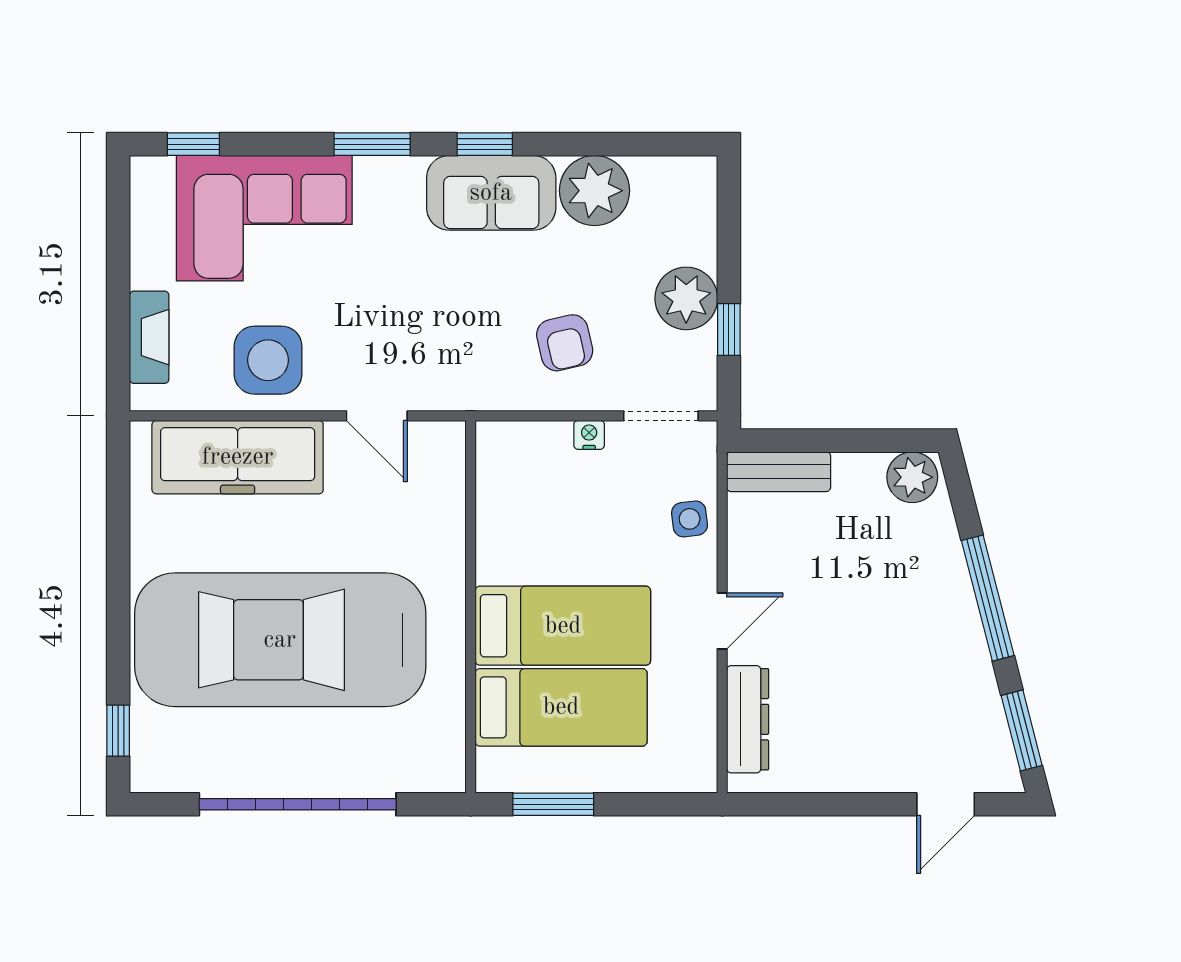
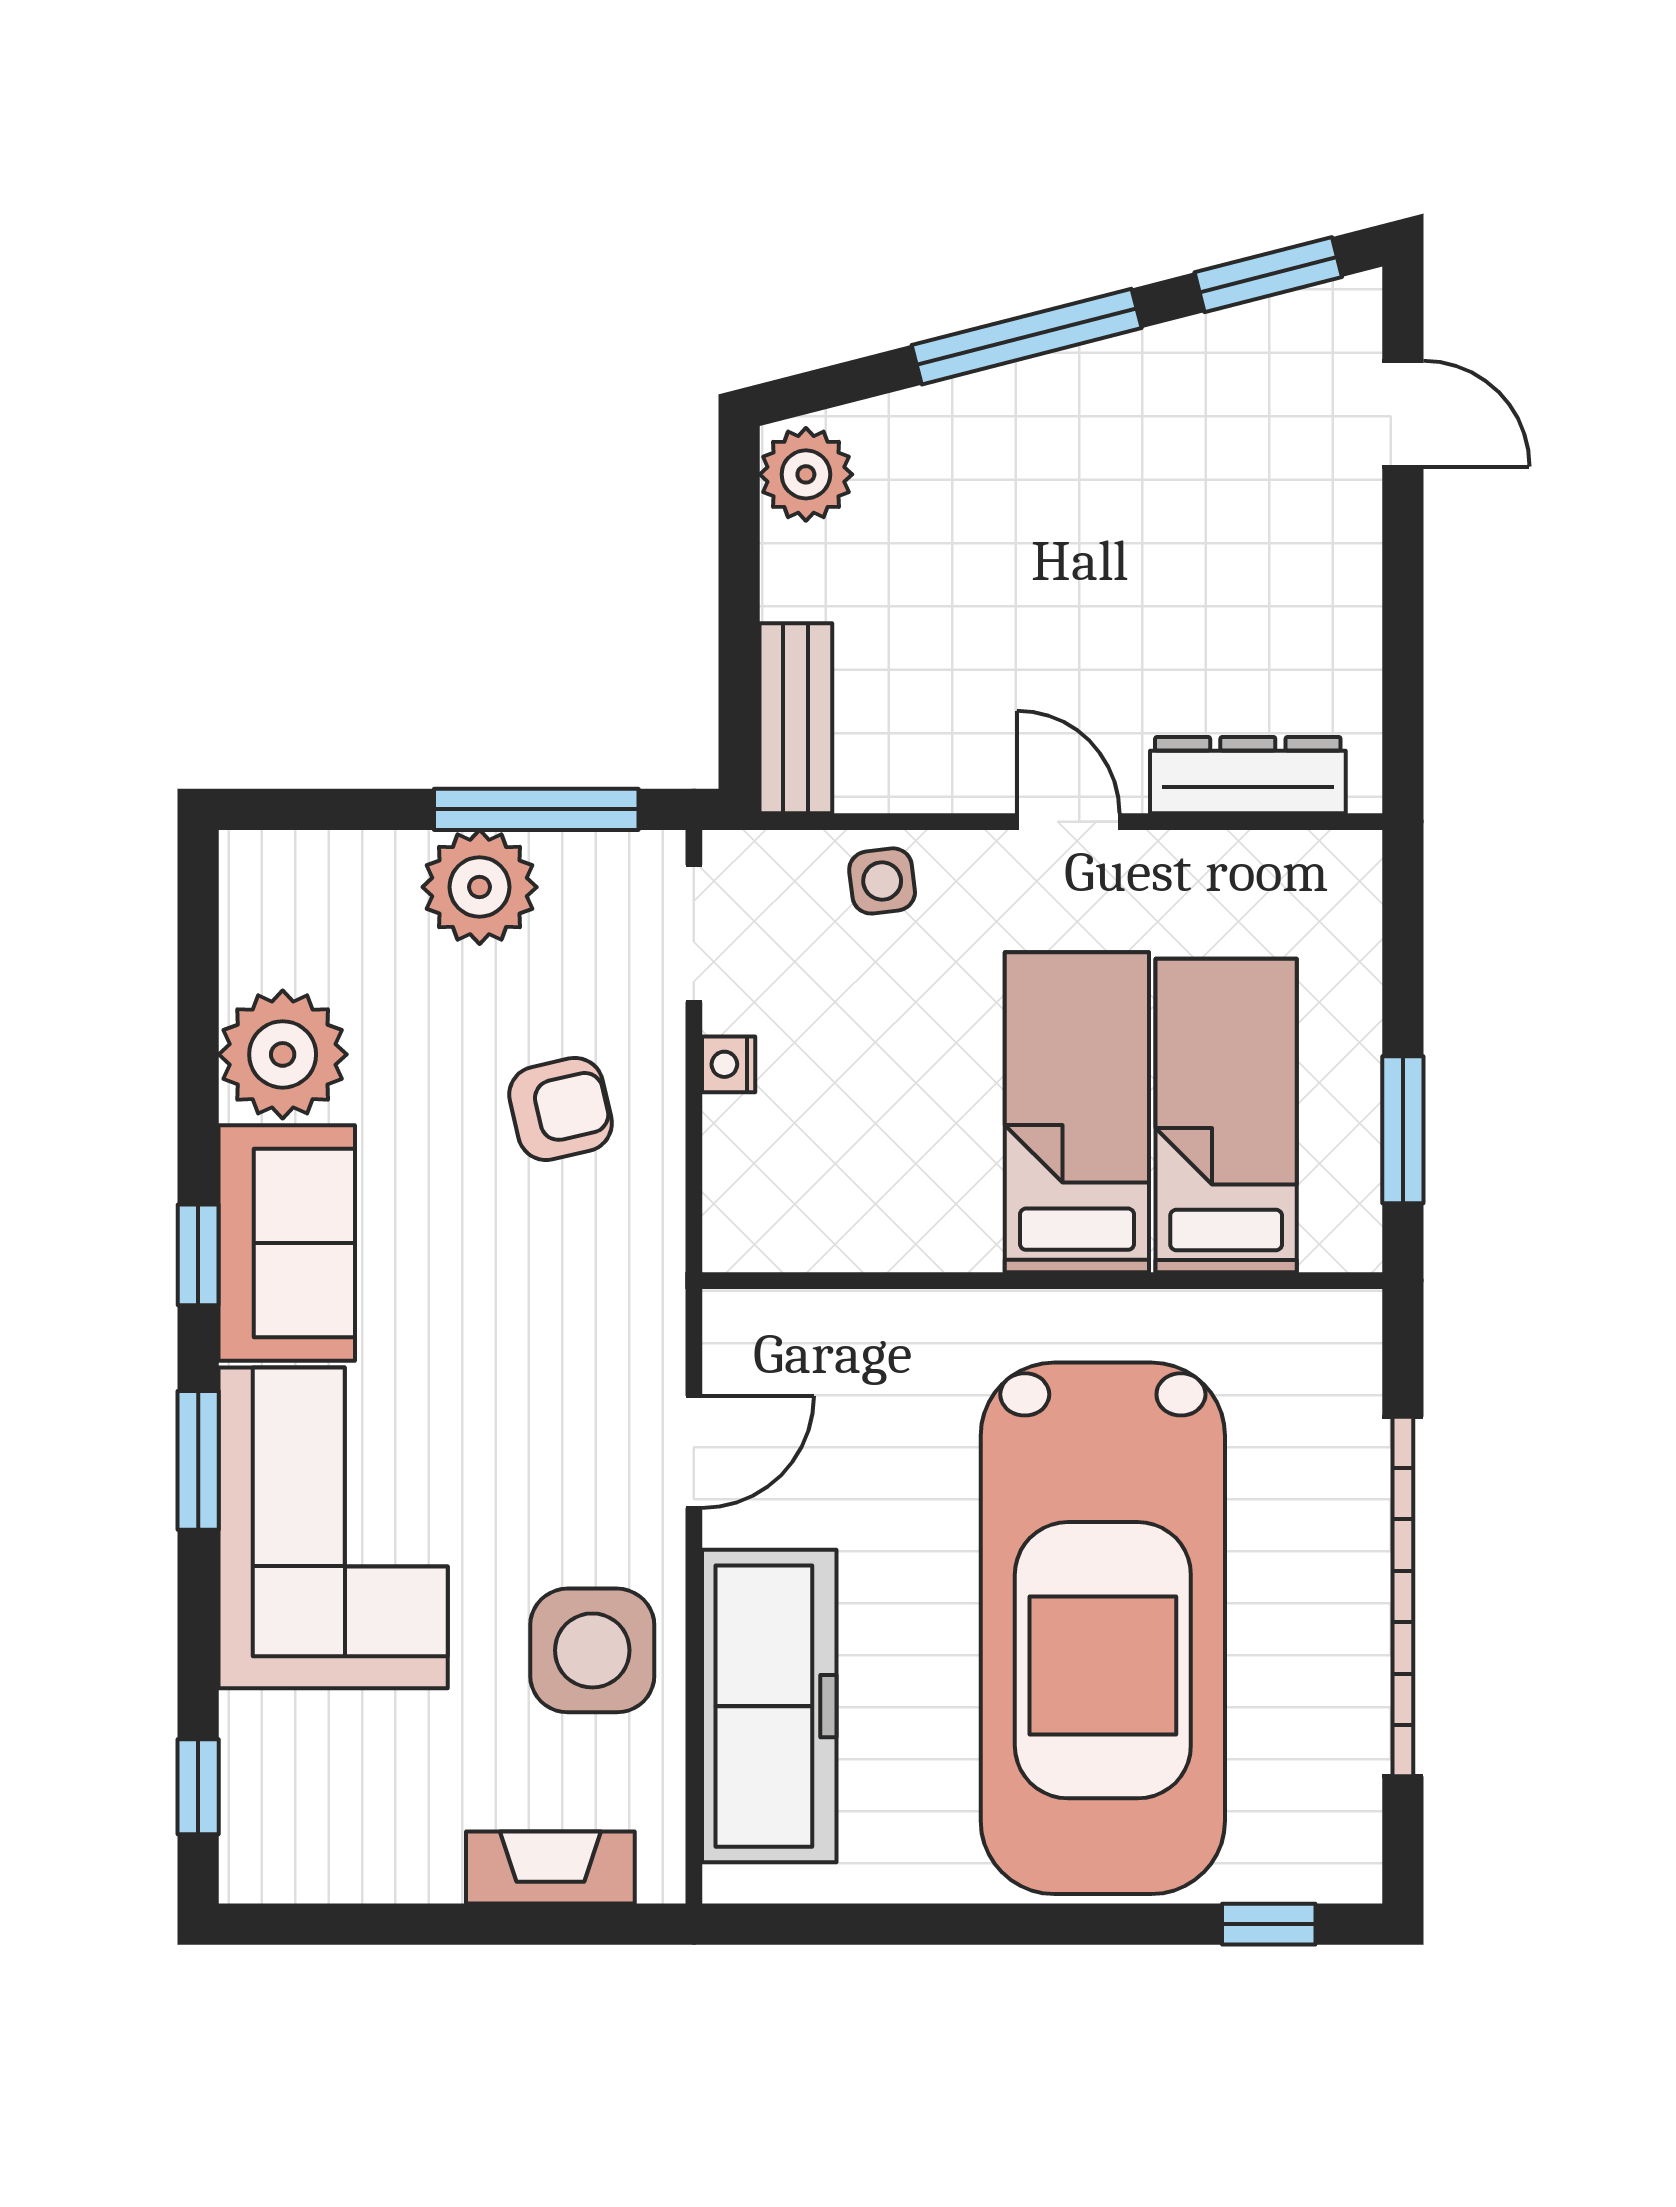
corner sofa: (264, 218) -> (333, 1528), moved
window: (729, 330) -> (536, 809), width x2.17

